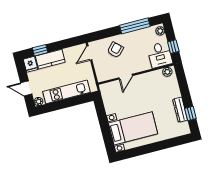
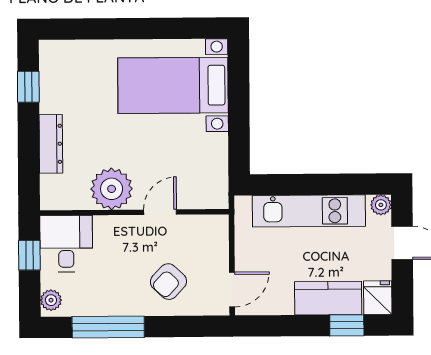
plant: (167, 72) -> (112, 189), moved, width x1.87, depth x1.87
dresser: (180, 110) -> (51, 144), moved

